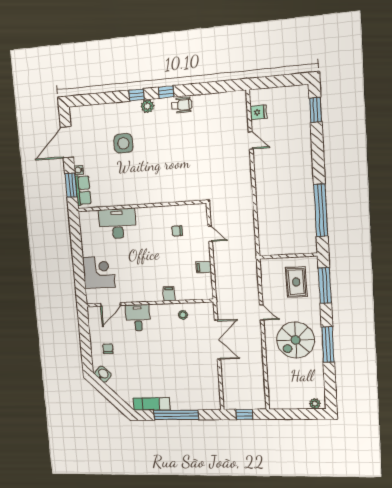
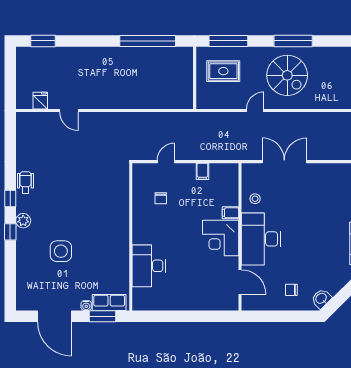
door: (251, 140) -> (69, 111), swing flipped
corner desk: (99, 272) -> (221, 238), moved, turned -90
desk: (138, 318) -> (261, 239), width x1.87, depth x1.30

